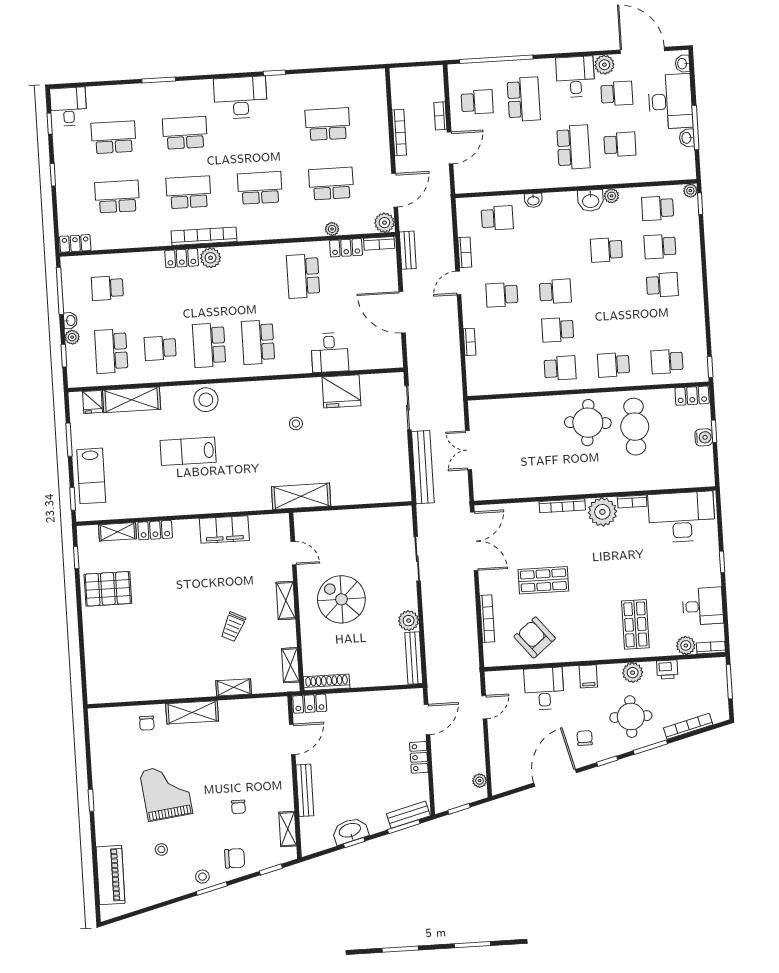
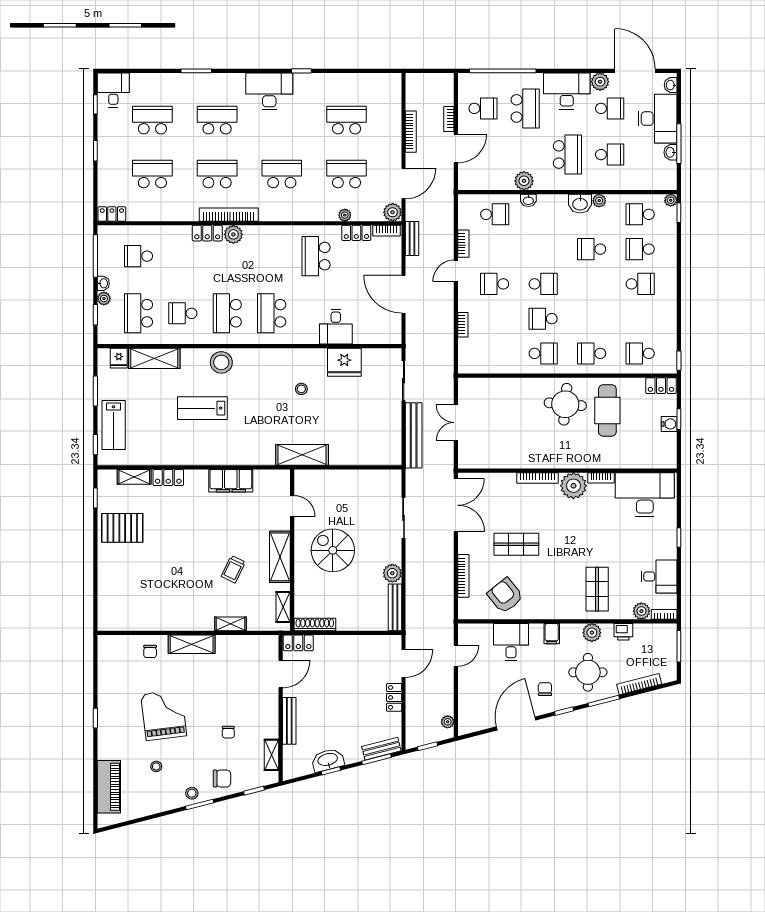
desk: (575, 77) -> (567, 91), width x1.37
plant: (527, 179) -> (524, 181), added
shelving: (286, 601) -> (280, 557), width x1.50, depth x1.33

